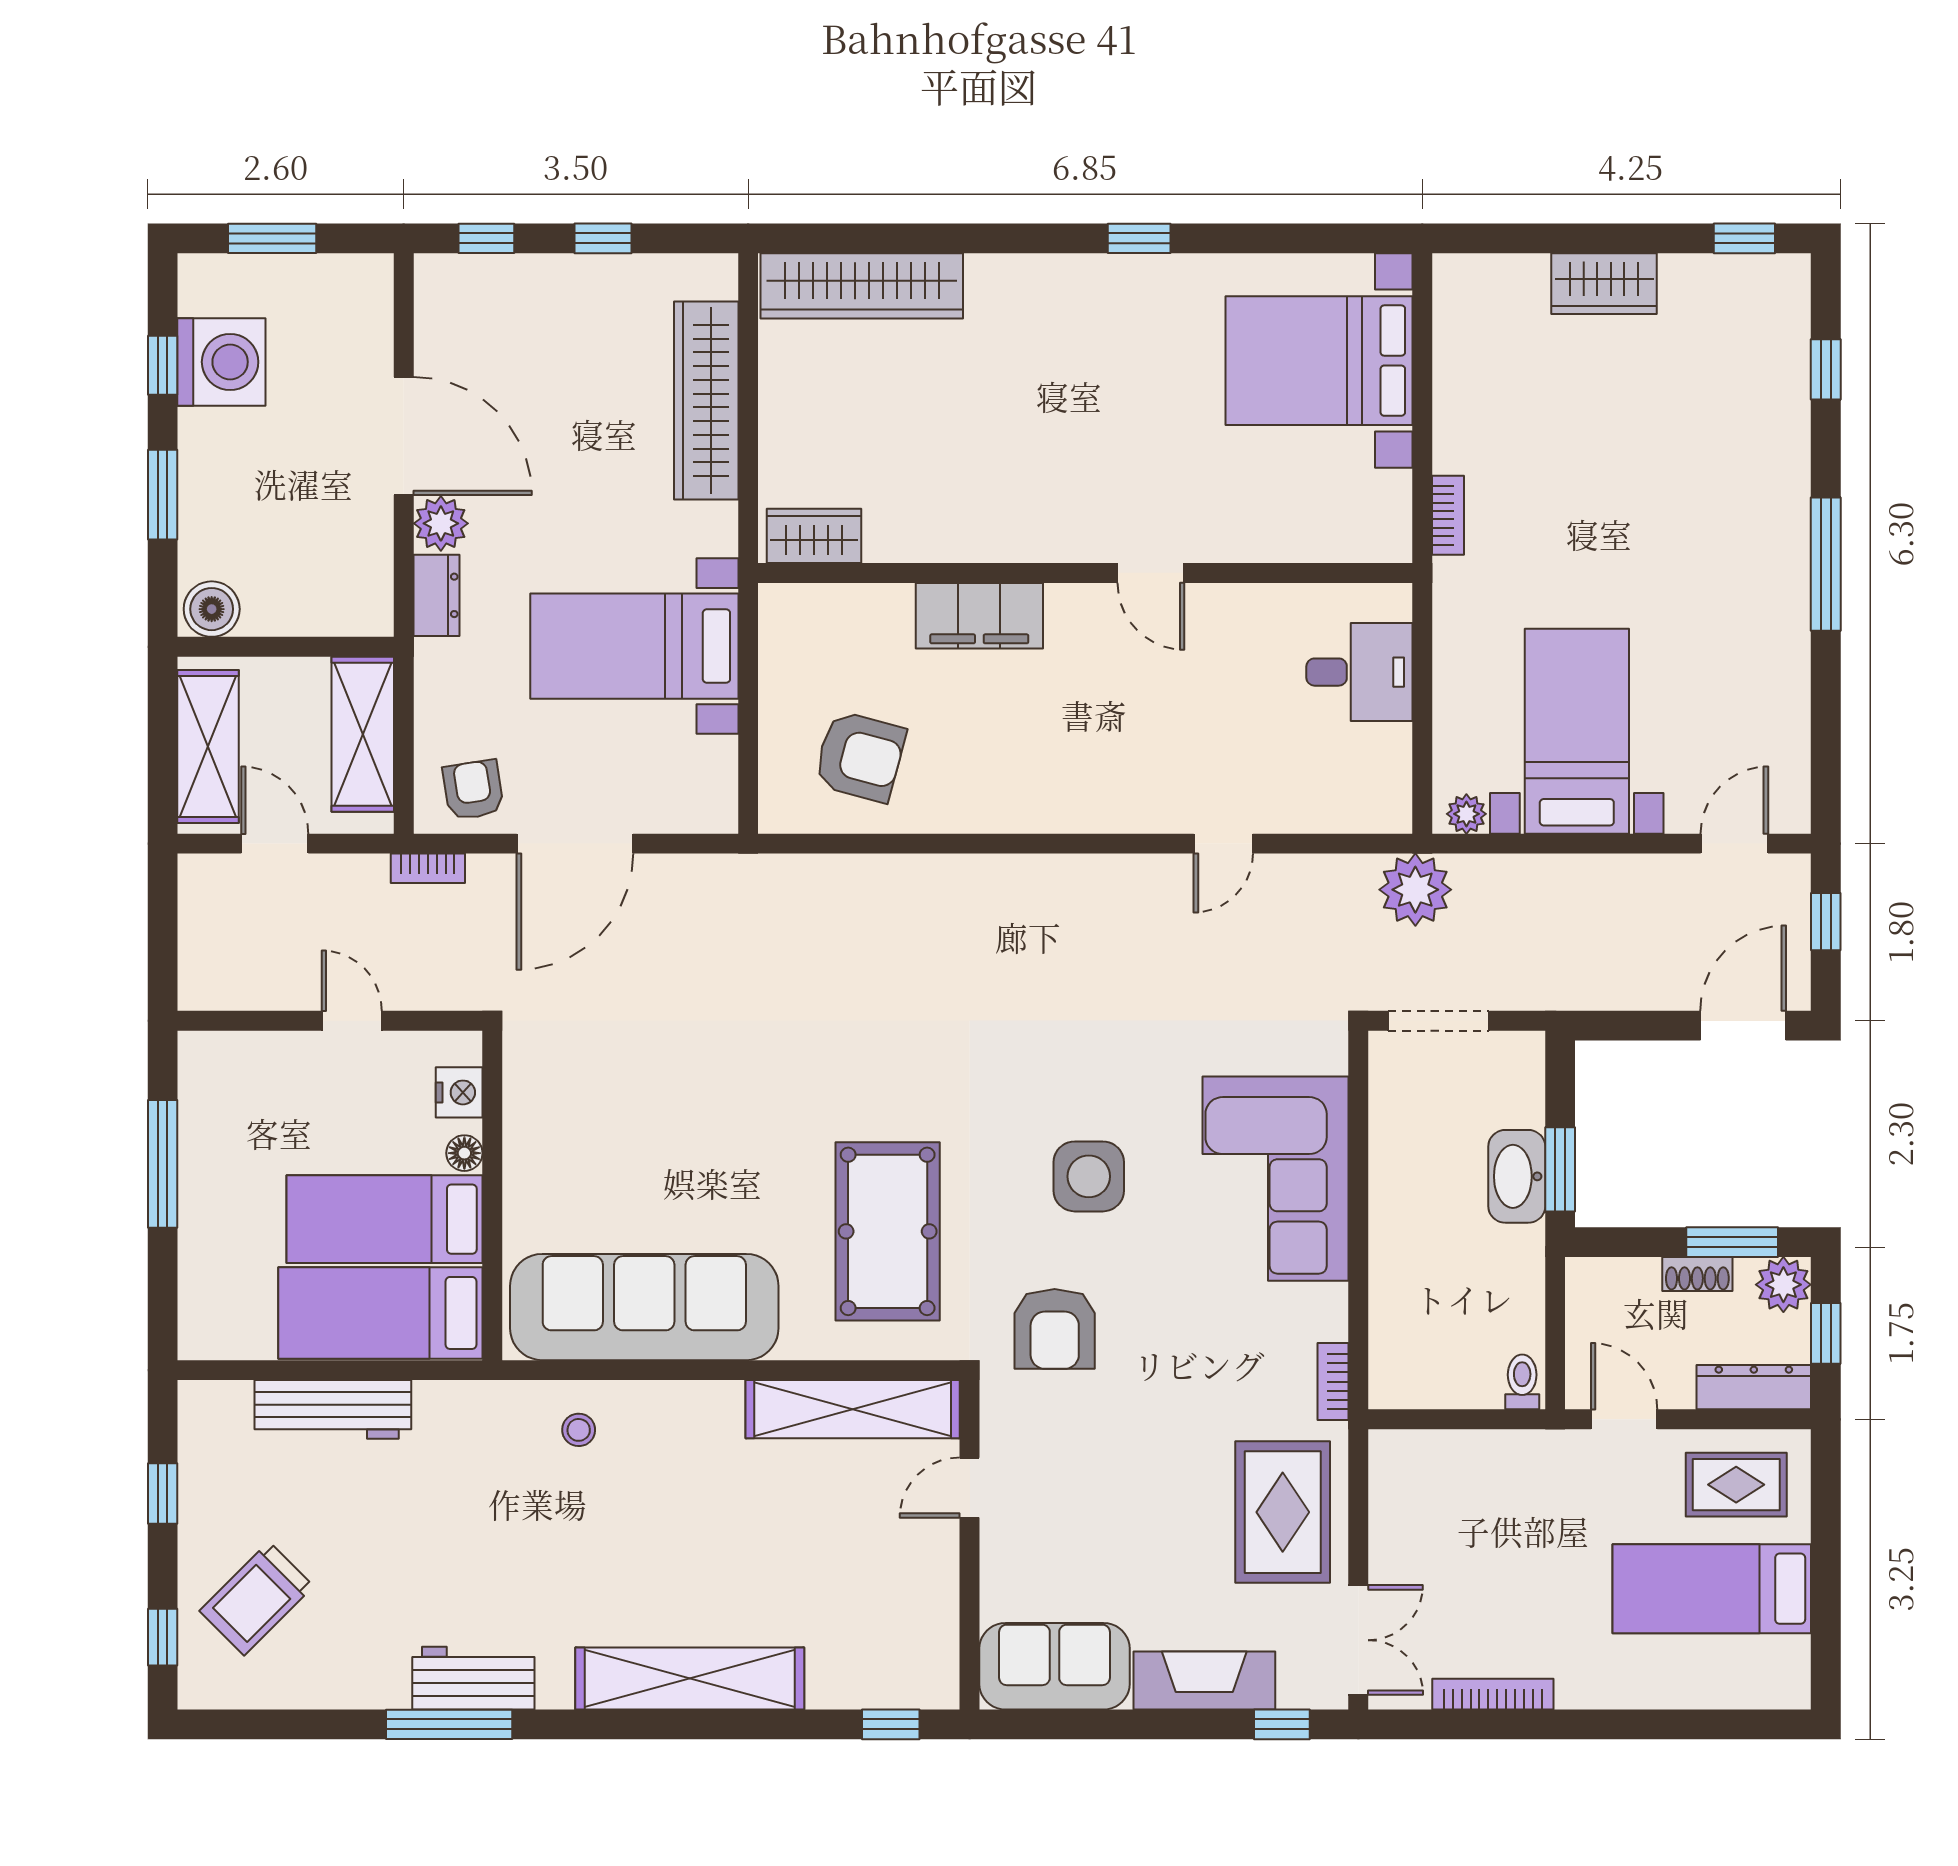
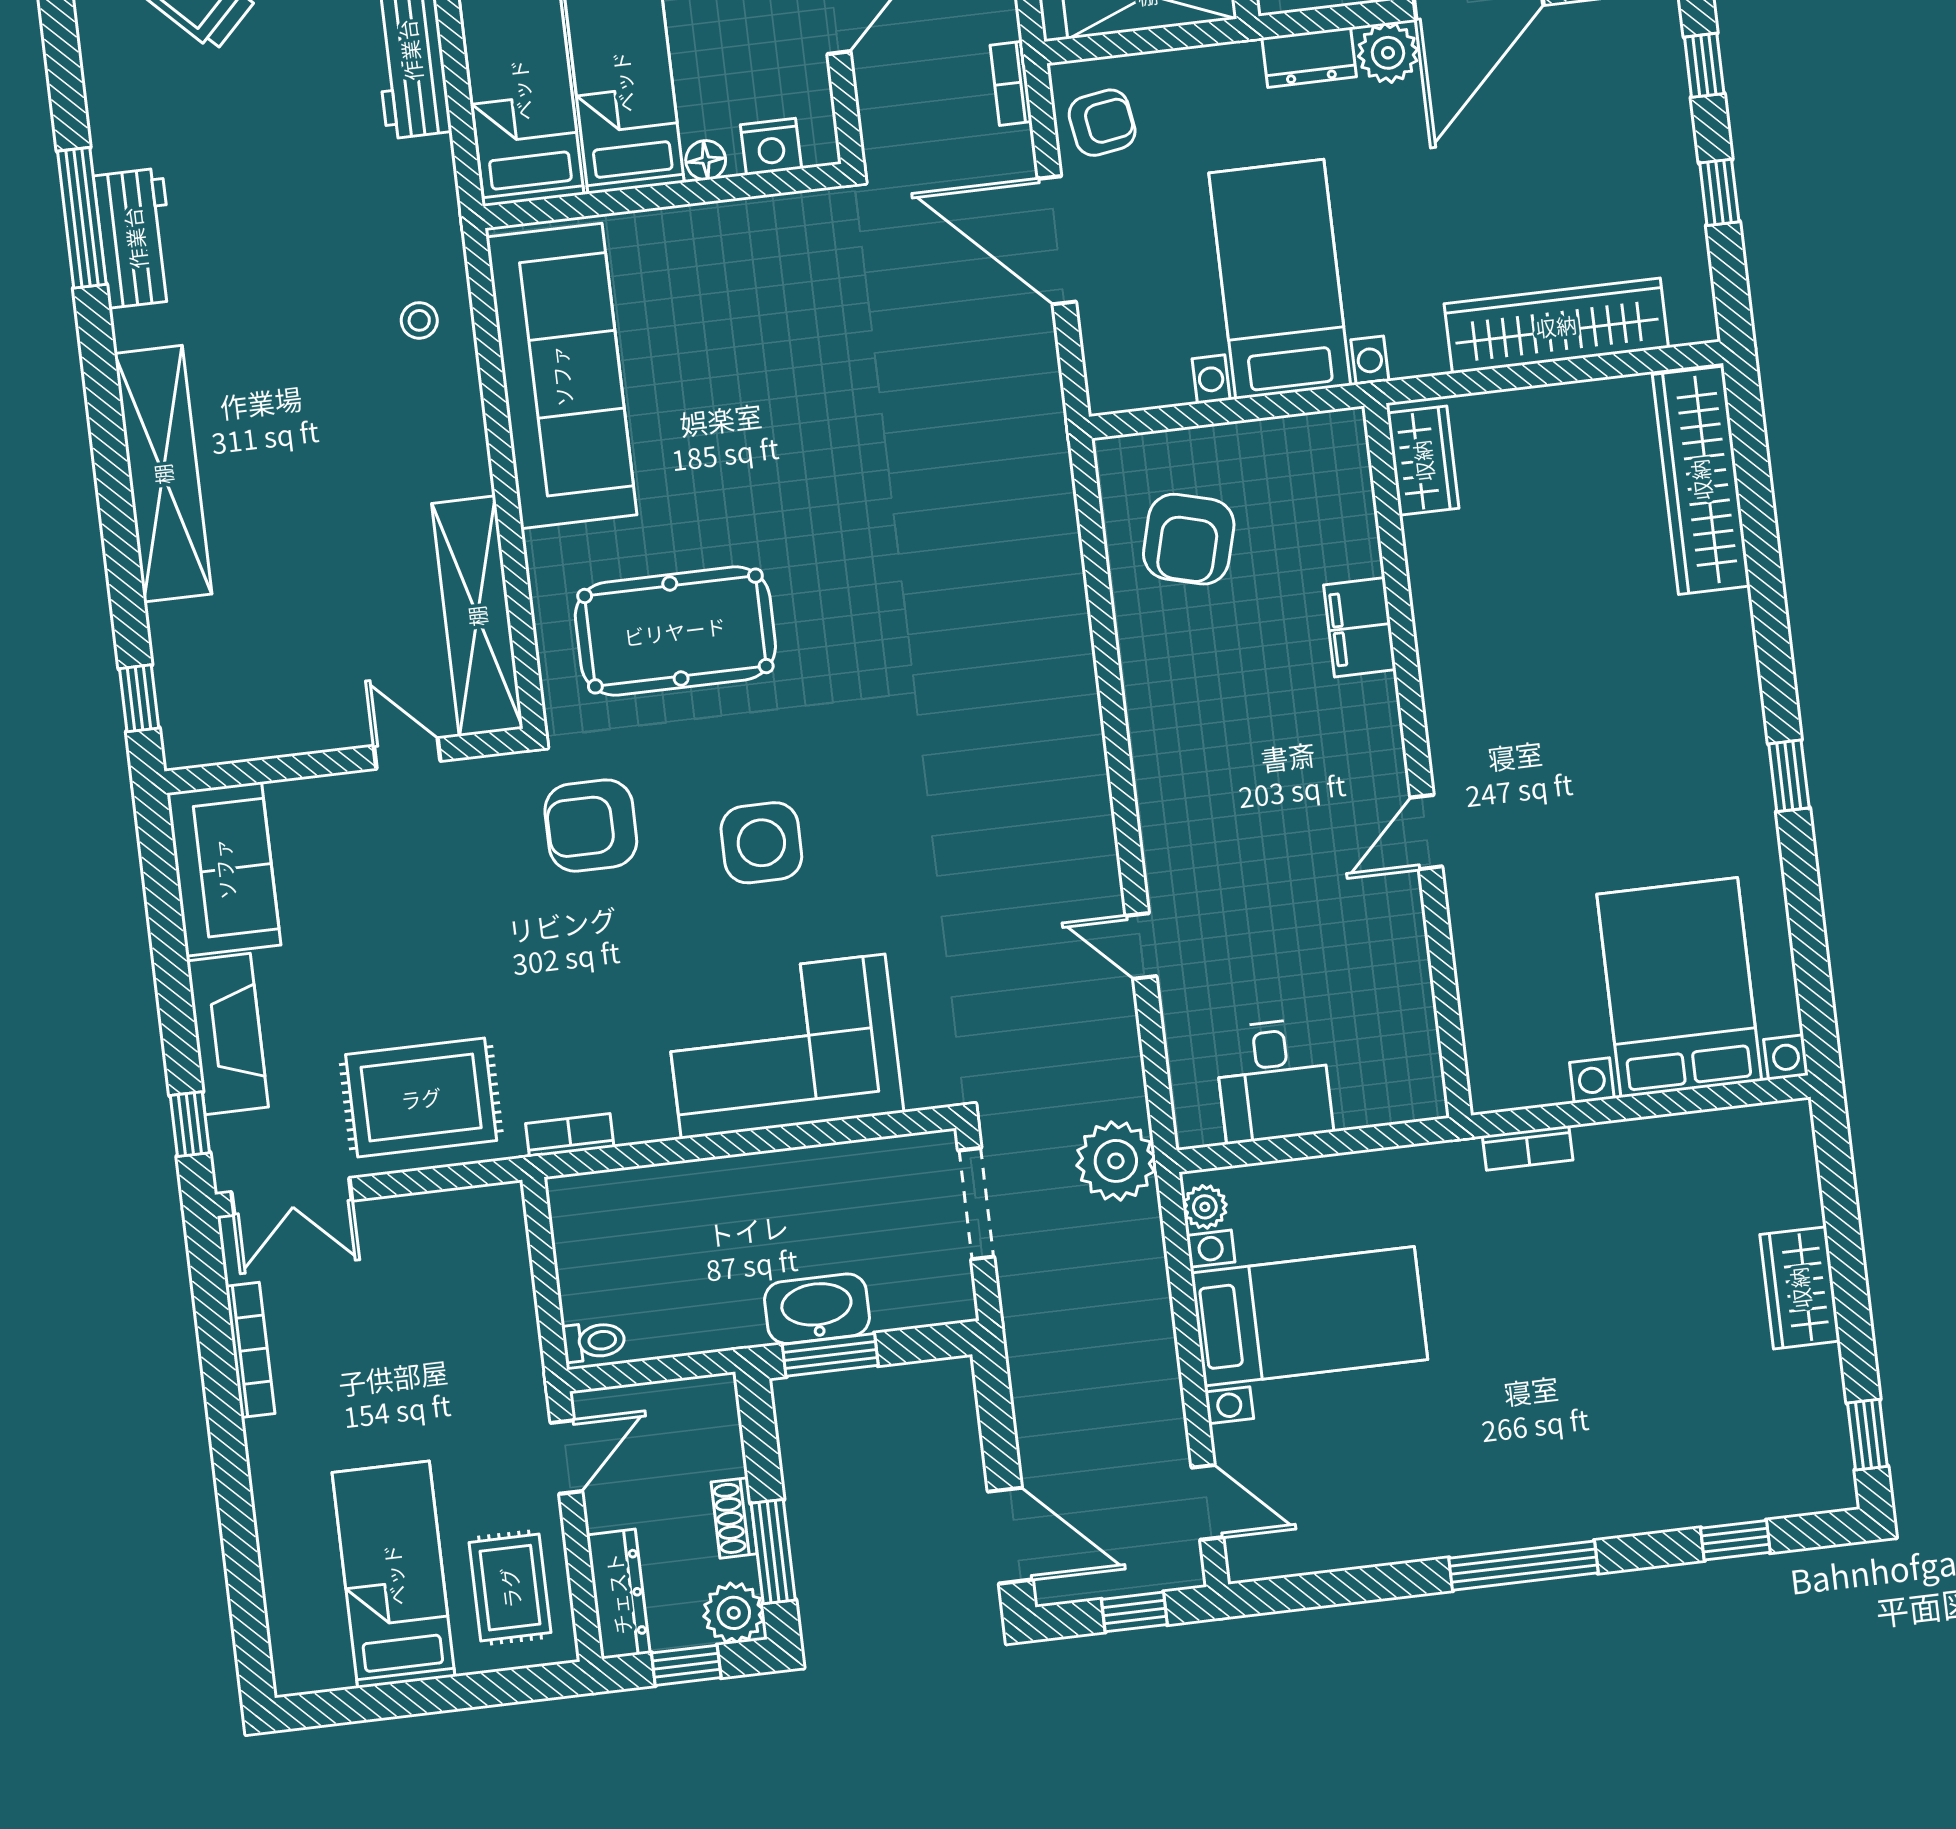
filing cabinet: (979, 616) -> (1360, 627), width x0.67, depth x0.86
desk: (1359, 672) -> (1274, 1081), moved

